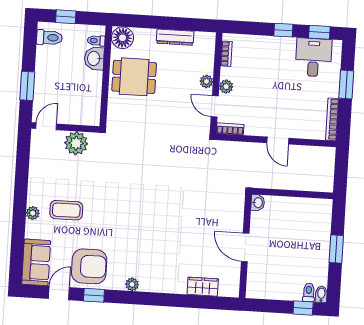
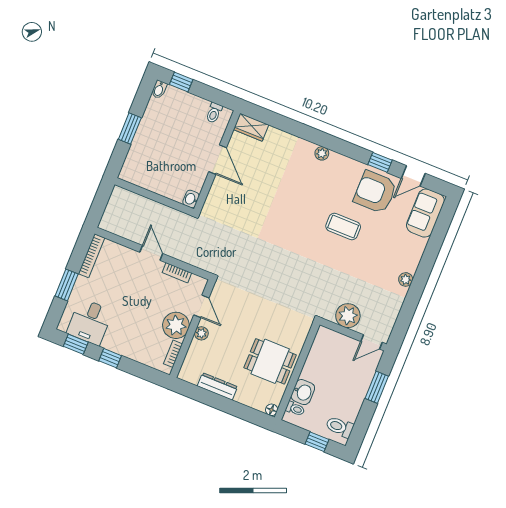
floor lamp: (123, 38) -> (272, 410), width x0.53, depth x0.53
plant: (226, 87) -> (176, 325), width x1.88, depth x1.88
bookcase: (230, 129) -> (177, 273), moved
coffee table: (66, 210) -> (343, 226), moved
plant: (33, 213) -> (406, 279), moved
plant: (132, 284) -> (322, 153), moved
wardrobe: (203, 287) -> (251, 127), moved
toilet: (309, 292) -> (214, 113), moved

